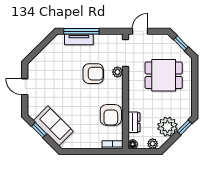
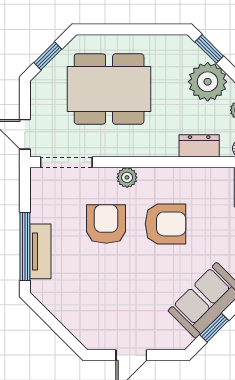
plant: (117, 72) -> (127, 177), moved
dining table: (164, 75) -> (109, 89), width x1.37
armchair: (111, 115) -> (166, 224), moved

